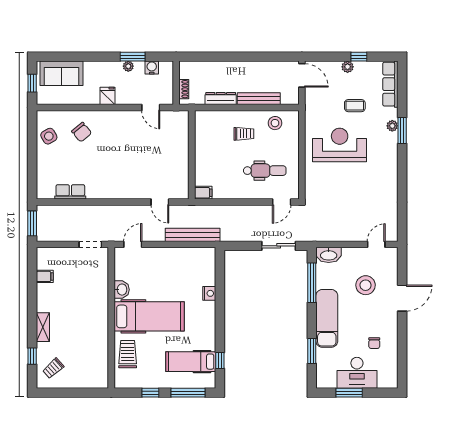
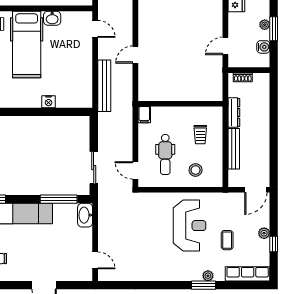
stool: (275, 123) -> (196, 170), moved
wall: (192, 155) -> (180, 104), moved
filing cabinet: (203, 193) -> (144, 115), moved
stool: (366, 285) -> (56, 250), removed

